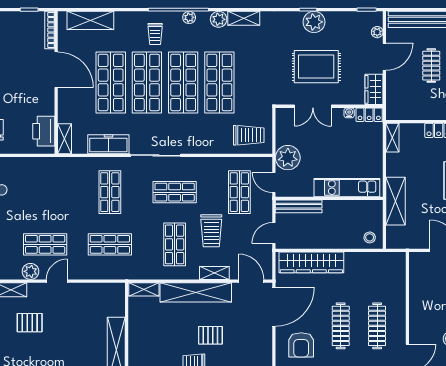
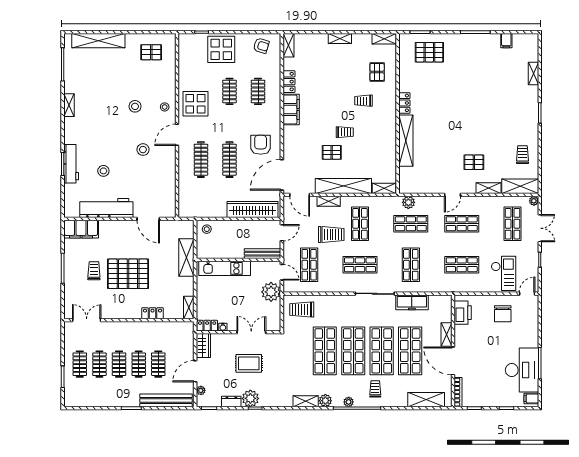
dresser: (338, 18) -> (231, 401), added
rug: (316, 67) -> (249, 363), width x0.73, depth x0.70
shelving: (64, 139) -> (446, 334), moved
shop shelf: (45, 192) -> (462, 265), added
trolley: (211, 231) -> (331, 234), turned 90
plant: (30, 271) -> (408, 202), moved

